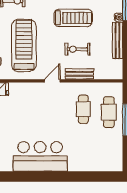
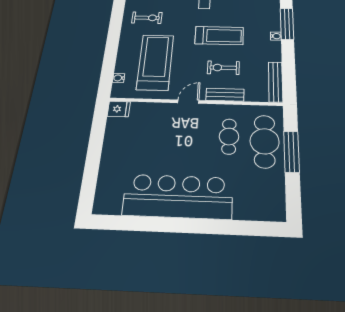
bench: (118, 41) -> (276, 82), moved
cafe table: (109, 112) -> (265, 141), width x1.37, depth x1.35
bar counter: (40, 156) -> (178, 196), width x1.36

